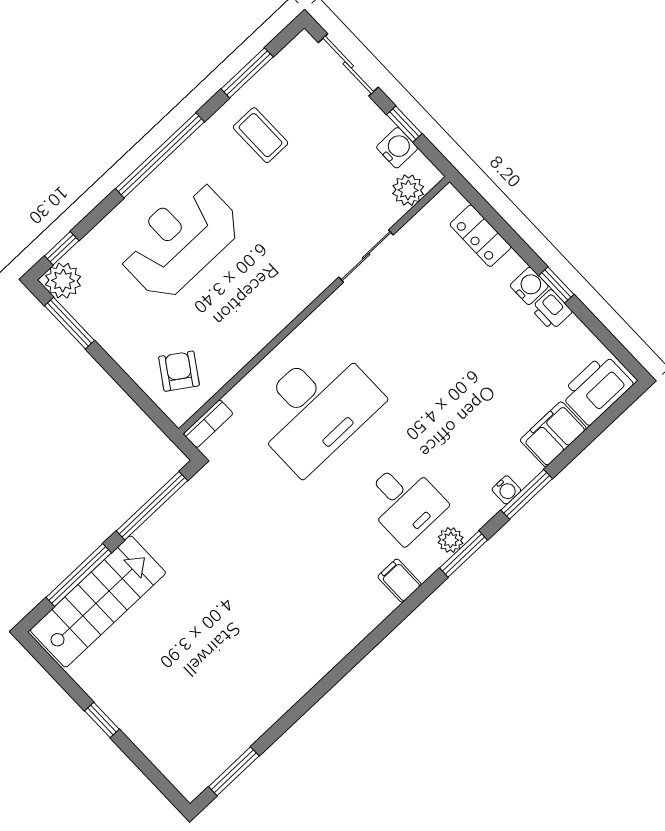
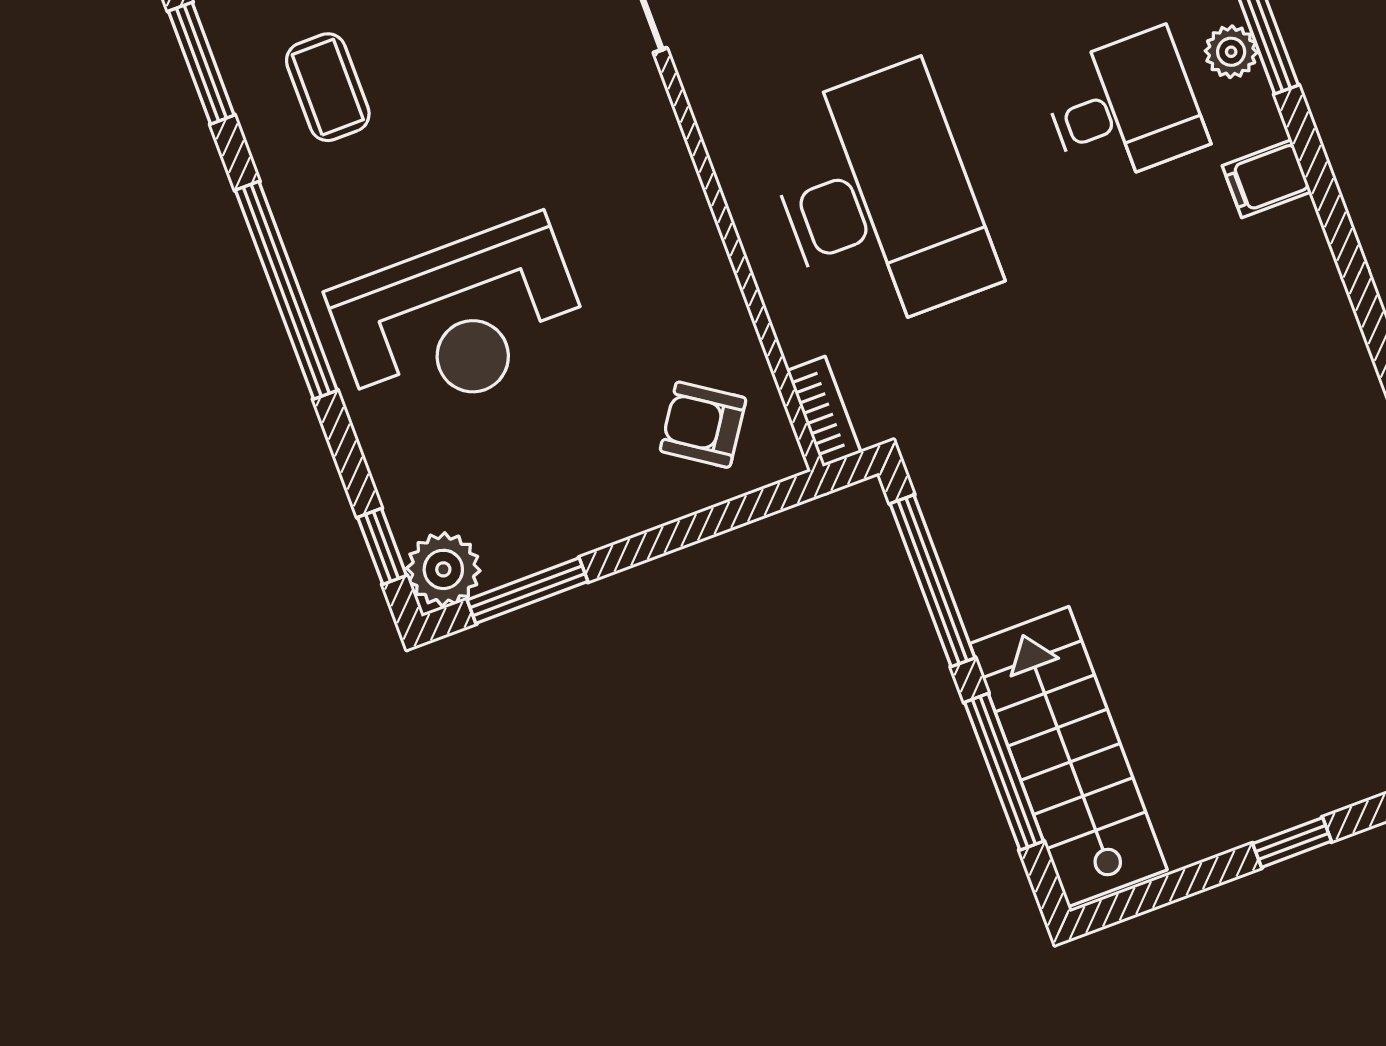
coffee table: (261, 135) -> (328, 87), turned 90
reception desk: (180, 240) -> (459, 320), turned -90

